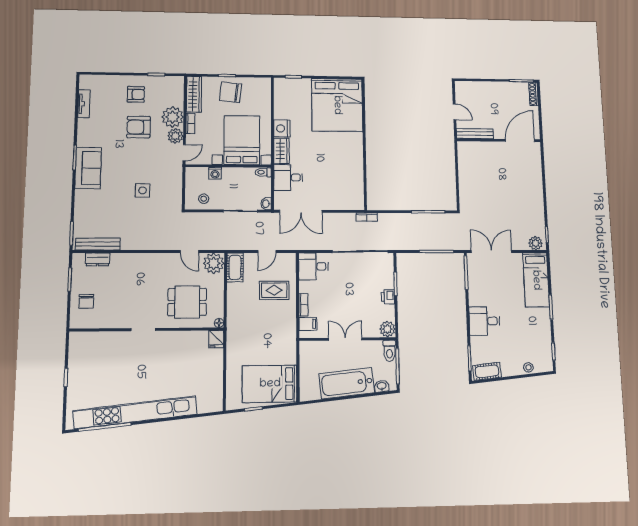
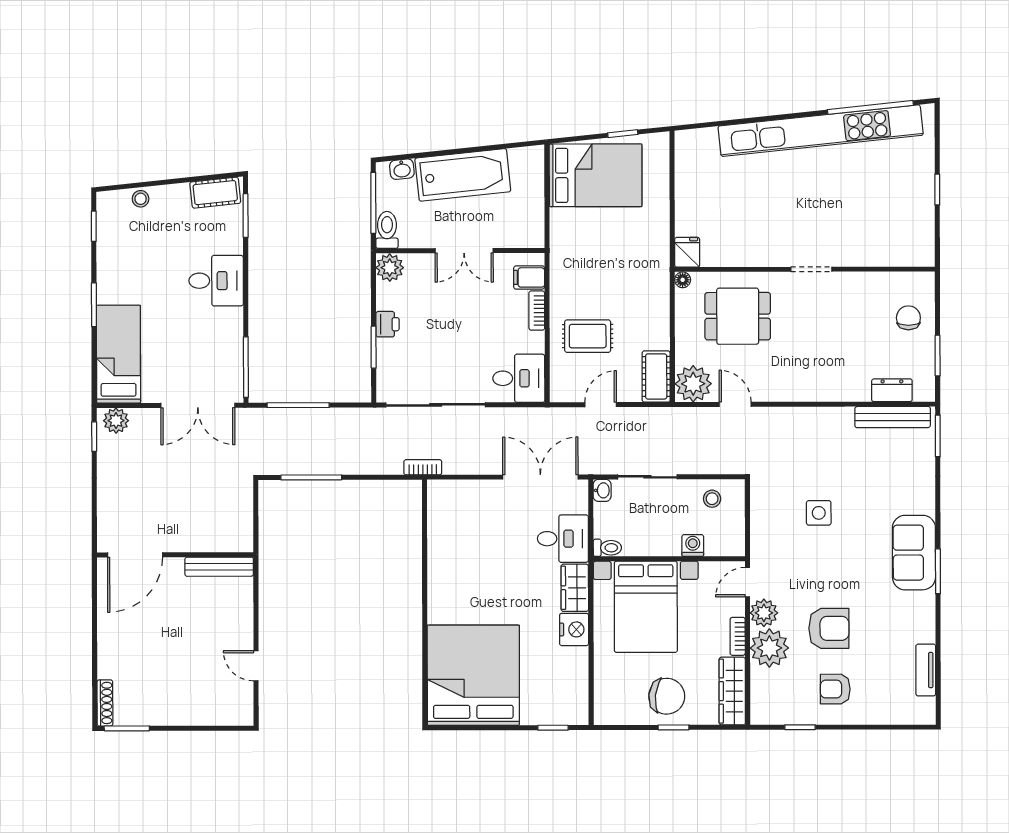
bench: (475, 134) -> (219, 567), moved
wall: (499, 140) -> (175, 555), moved
door: (520, 140) -> (135, 555), moved

